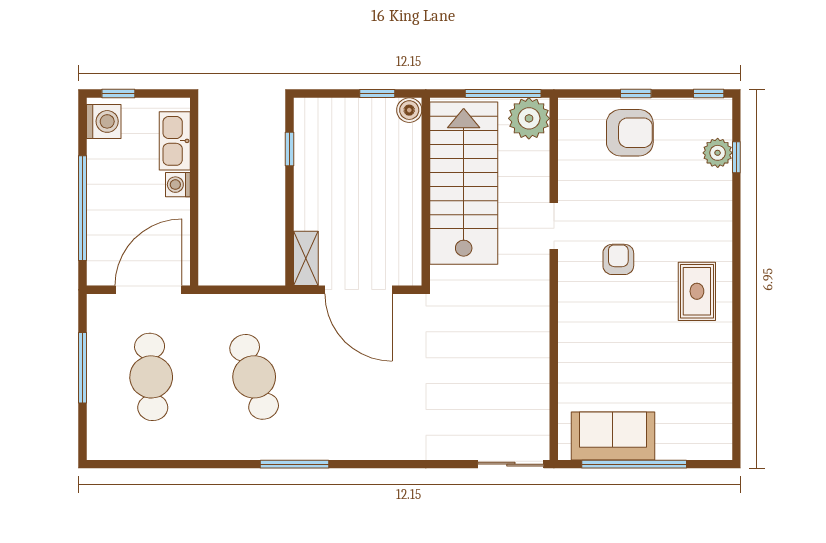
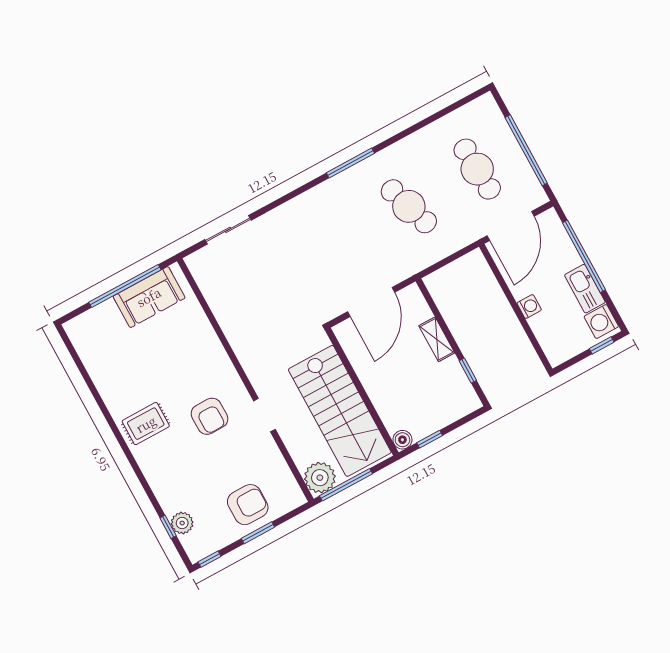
window: (636, 94) -> (258, 533), width x1.50
armchair: (630, 133) -> (248, 505), turned 180
kitchen sink: (175, 141) -> (585, 289), moved, turned 180
shelving: (306, 258) -> (437, 339), moved
armchair: (618, 259) -> (209, 416), width x1.38, depth x1.38
door: (358, 290) -> (371, 302), swing flipped
rug: (697, 291) -> (146, 424), turned 90
window: (82, 368) -> (526, 150), width x1.46
sliding door: (511, 464) -> (228, 230), moved

